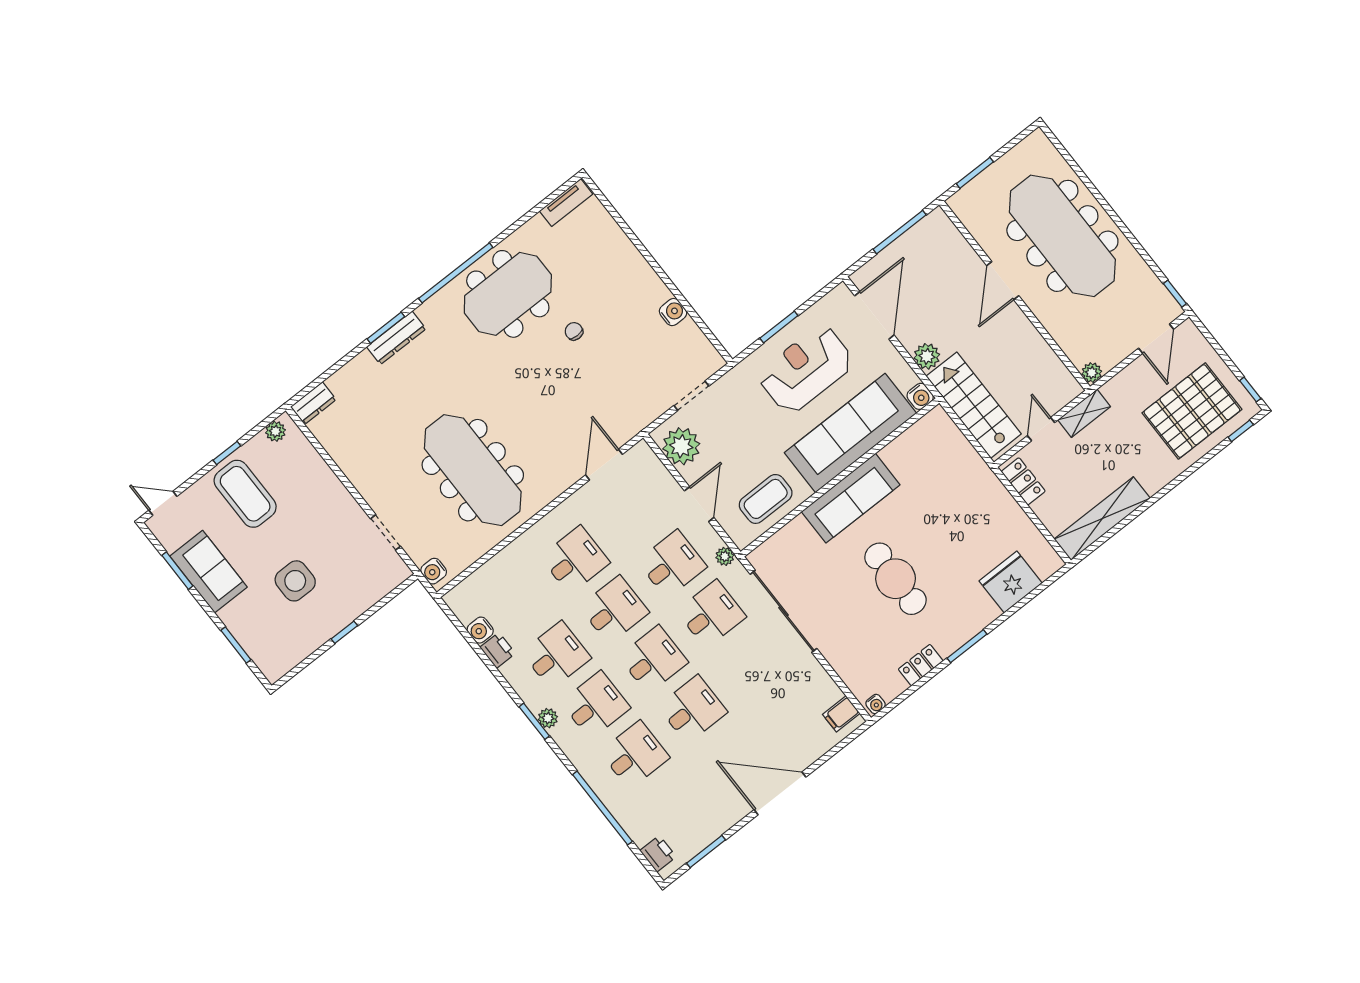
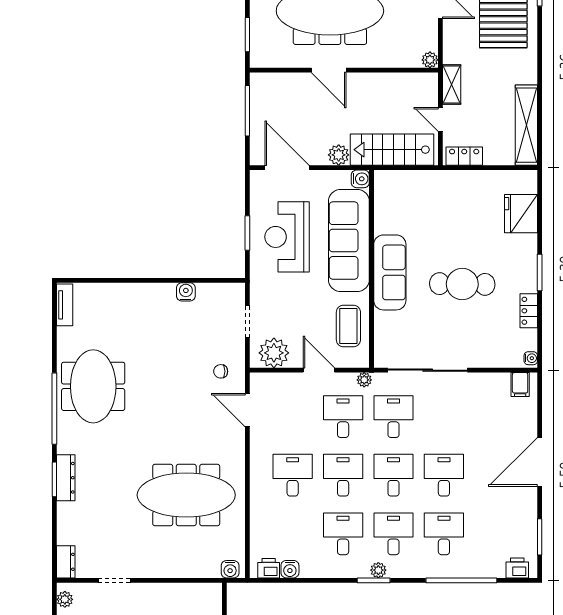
chair: (574, 331) -> (221, 371), moved
doorway: (386, 532) -> (114, 580), moved
printer: (498, 650) -> (269, 568), moved

